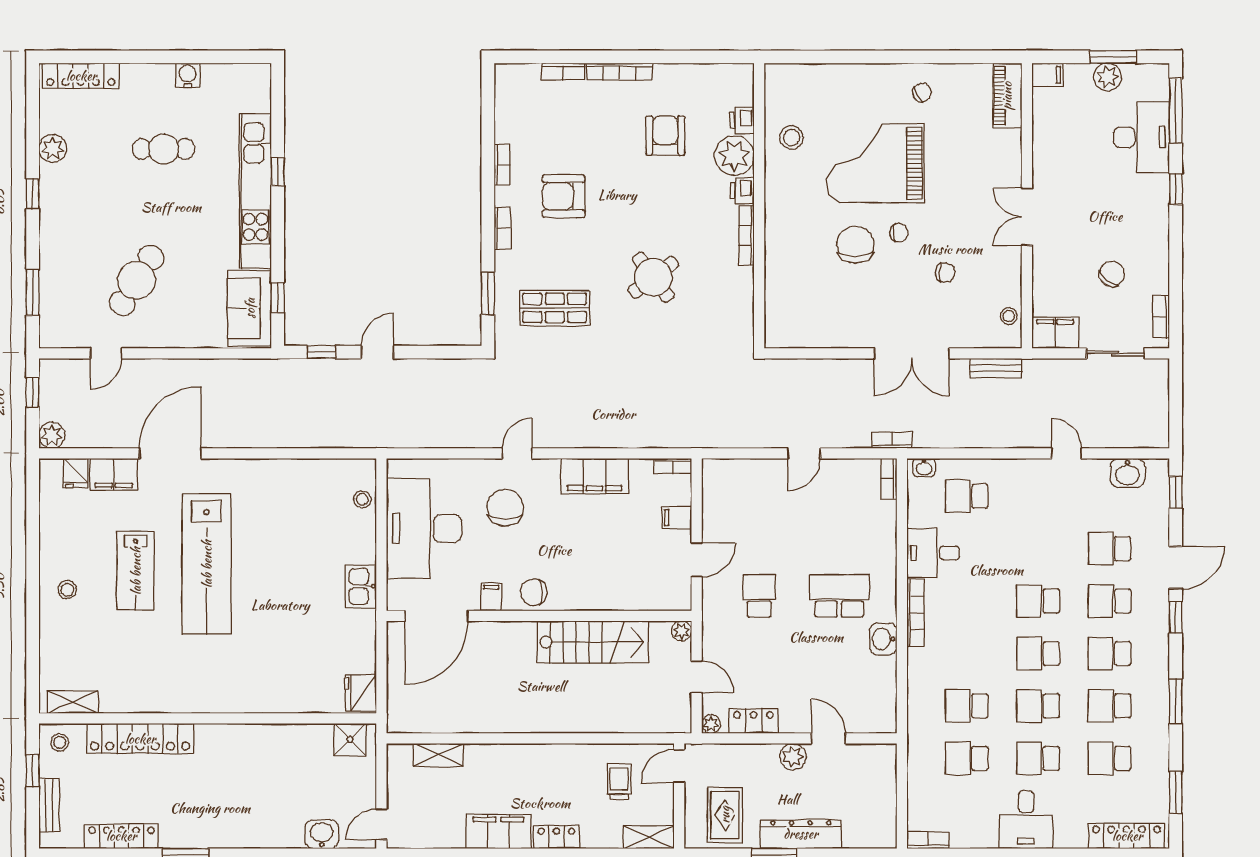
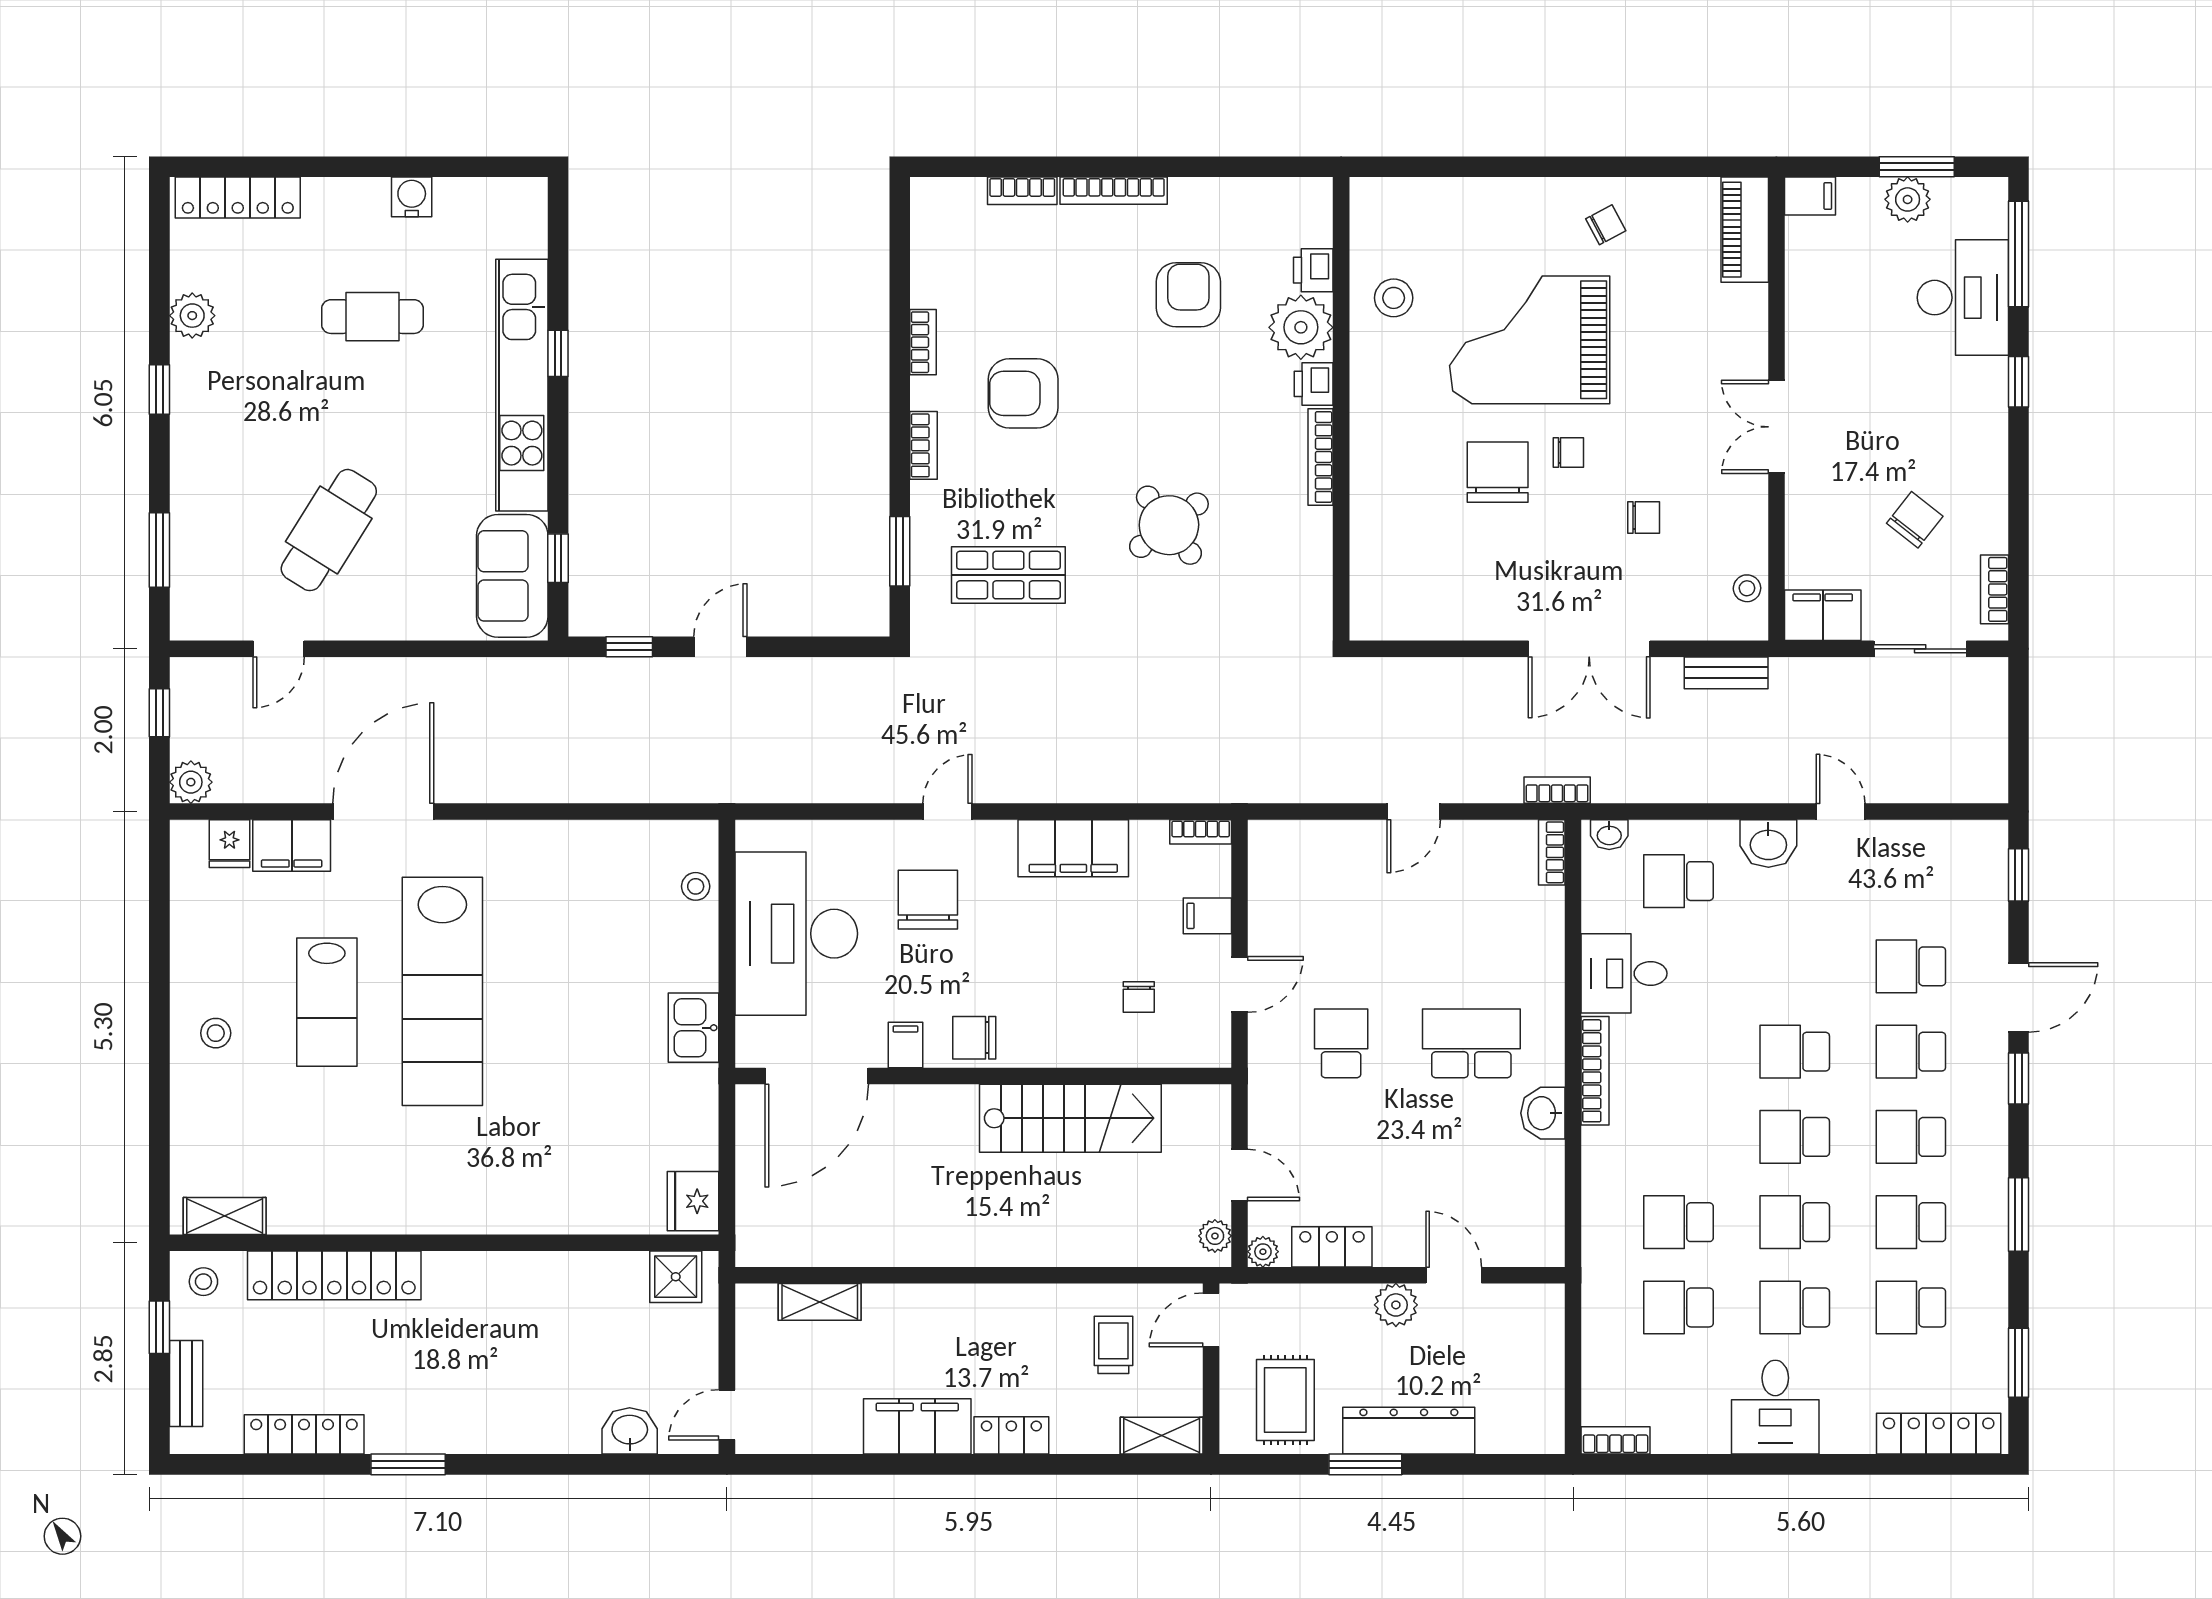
washbasin: (1128, 473) -> (1768, 843), moved
chair: (635, 567) -> (1139, 997), added
plant: (682, 631) -> (1215, 1236), moved

